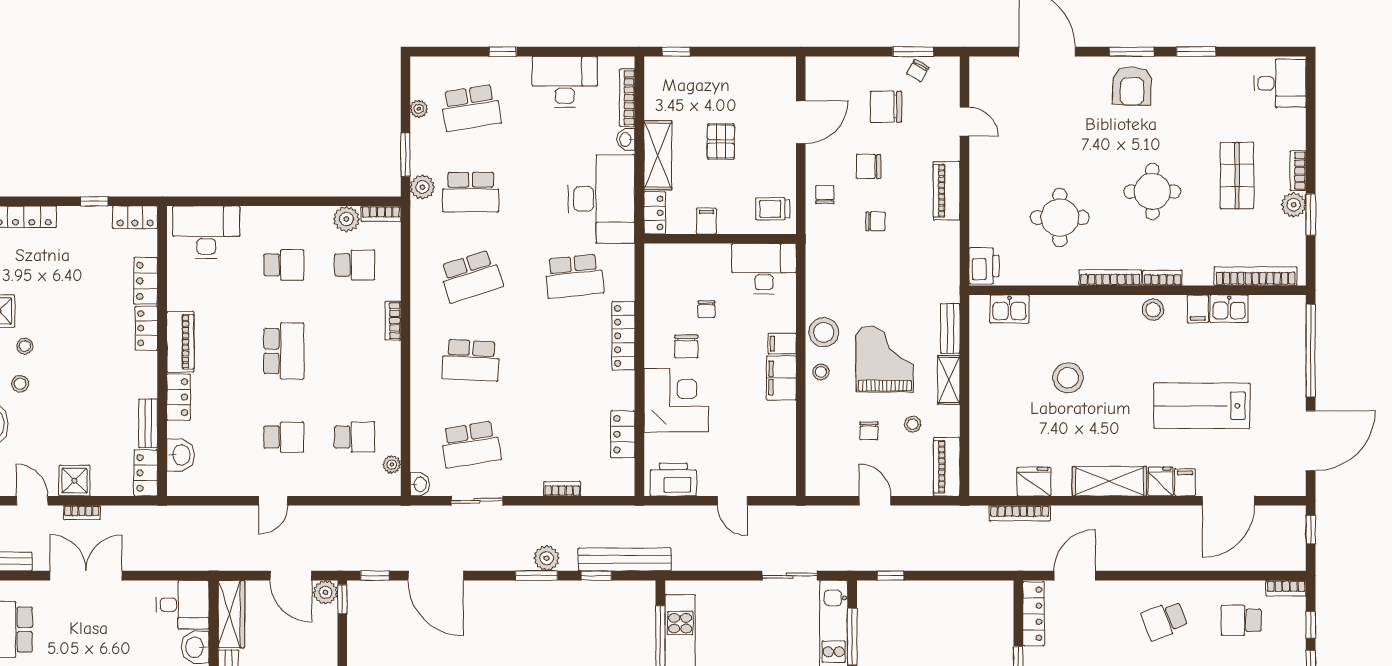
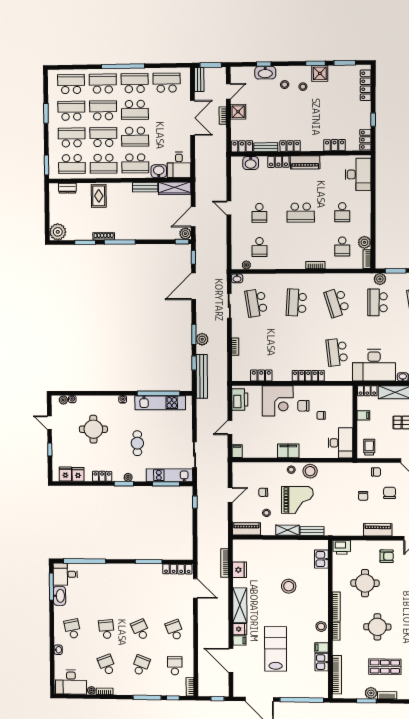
armchair: (1002, 172) -> (387, 556), added
locker: (146, 328) -> (290, 146), moved
filing cabinet: (782, 344) -> (237, 451), moved

